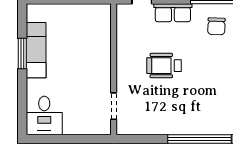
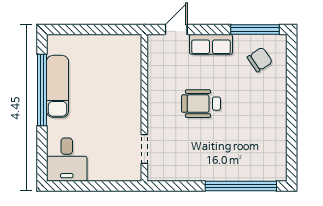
chair: (216, 26) -> (260, 60), turned -126
window: (22, 53) -> (42, 90), width x2.11

